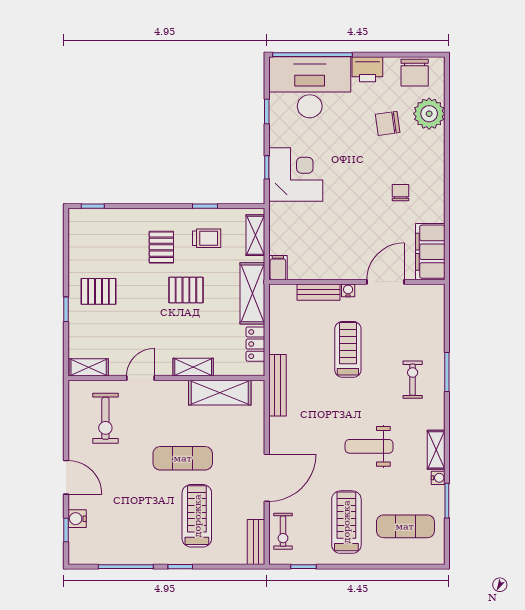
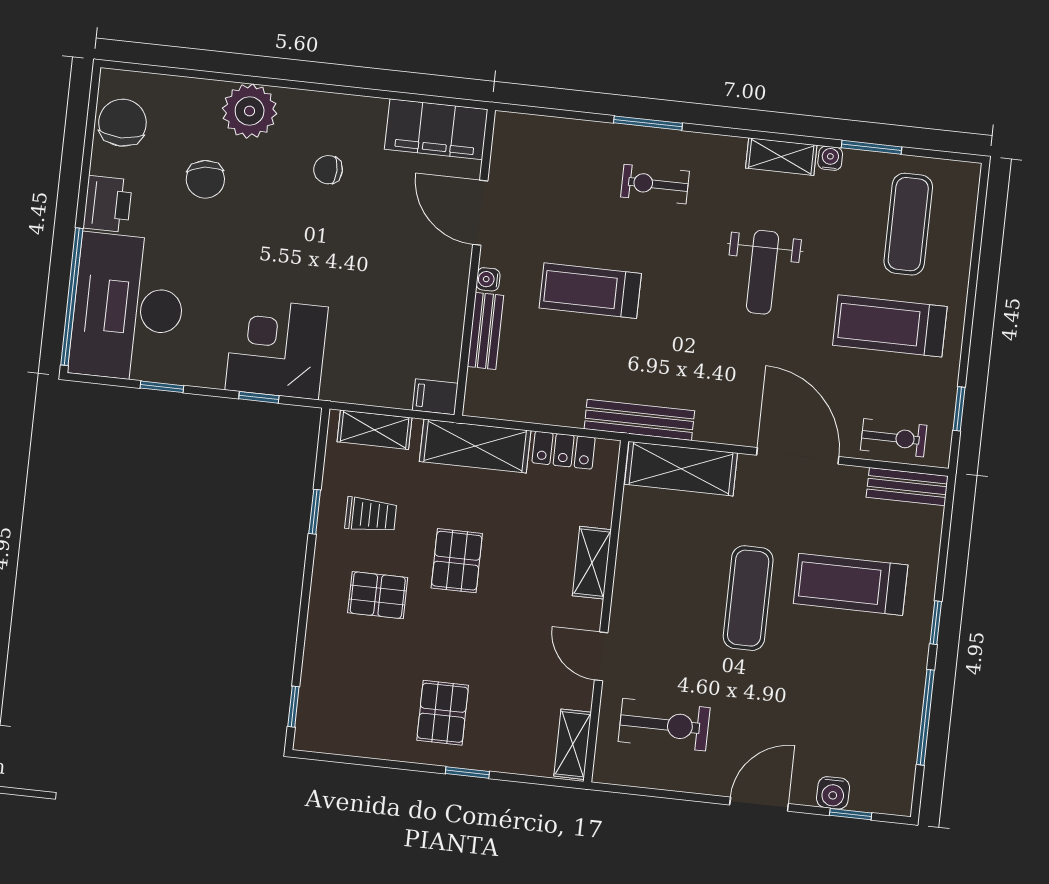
chair: (415, 73) -> (122, 123), turned -90
plant: (429, 114) -> (250, 111), moved
trolley: (207, 238) -> (371, 515), turned 90
shelving: (220, 393) -> (681, 469), moved, turned 90

